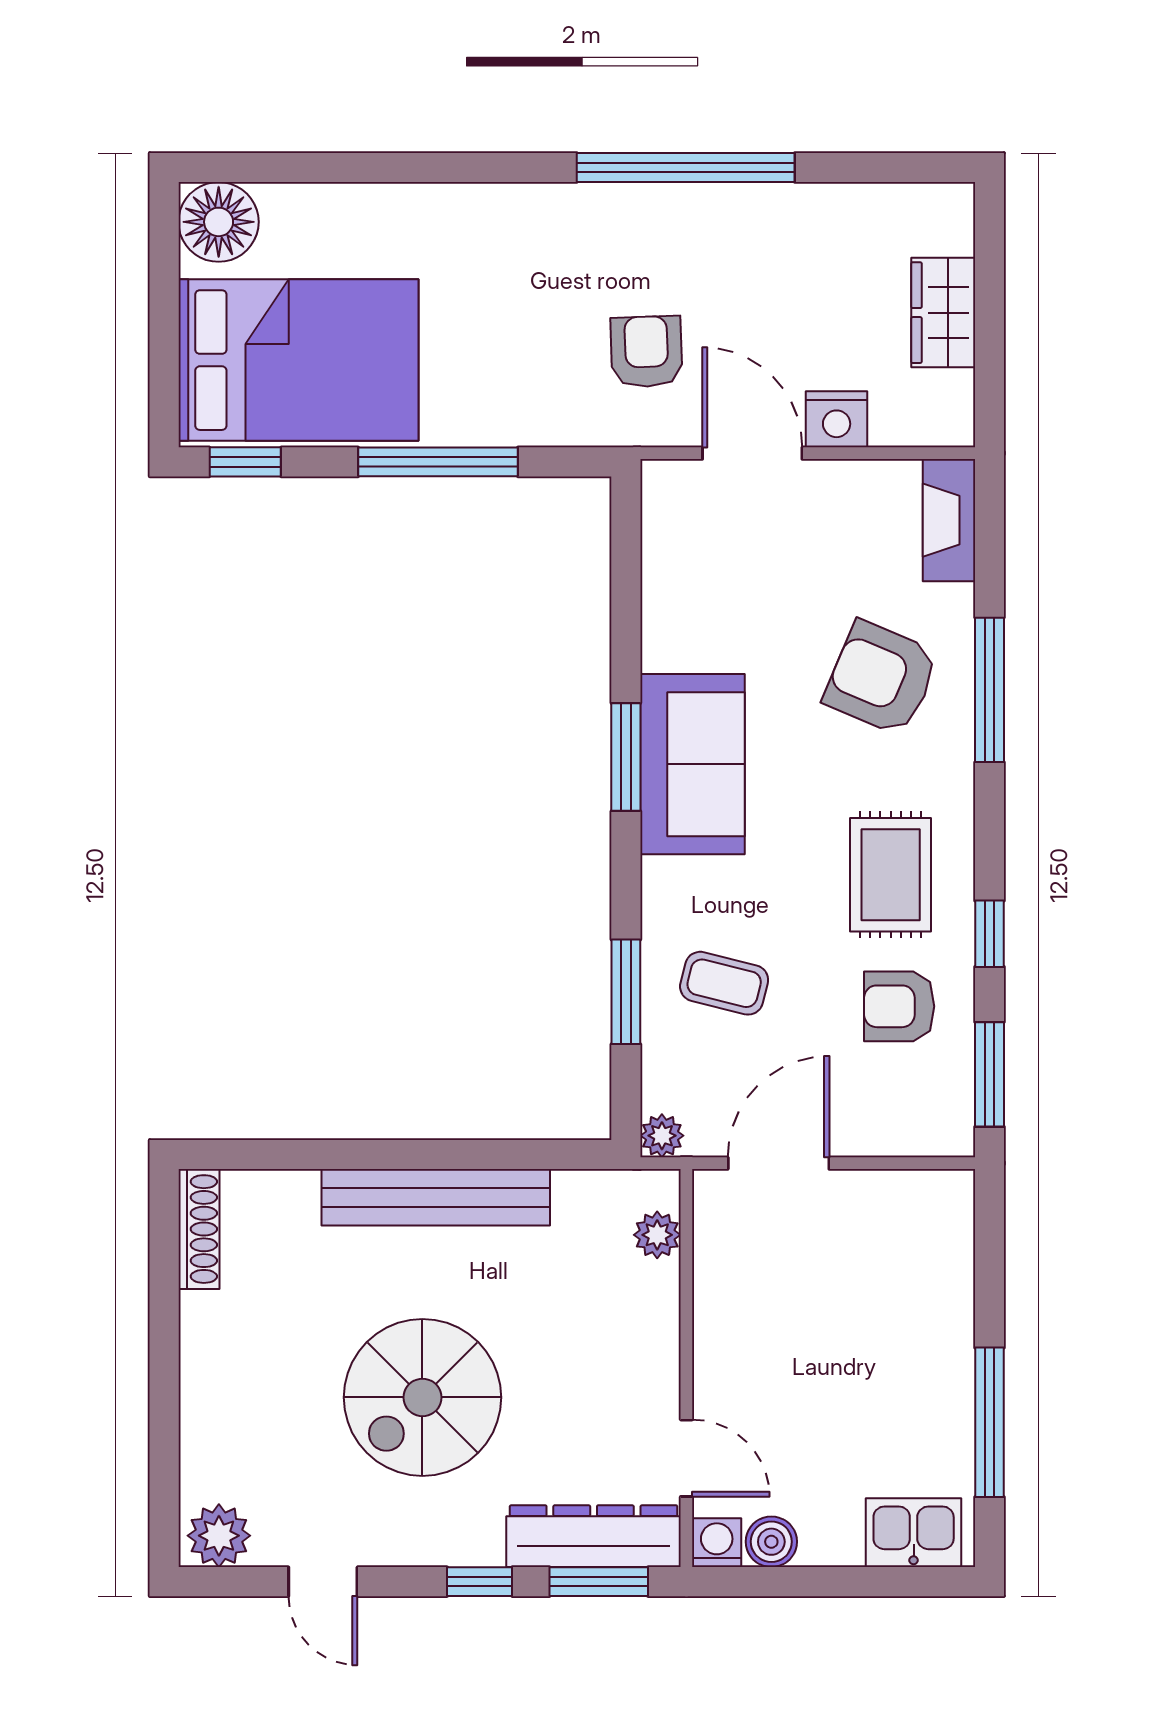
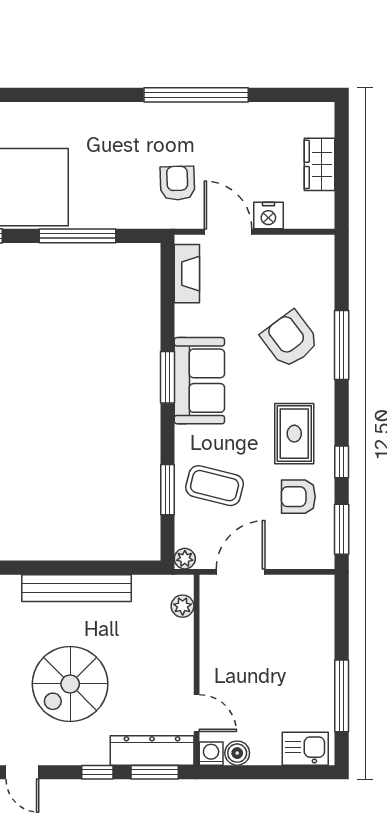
fireplace: (949, 520) -> (187, 274), moved, turned 180
armchair: (881, 678) -> (290, 339), turned 30
coffee table: (724, 983) -> (215, 486), width x1.36, depth x1.30

